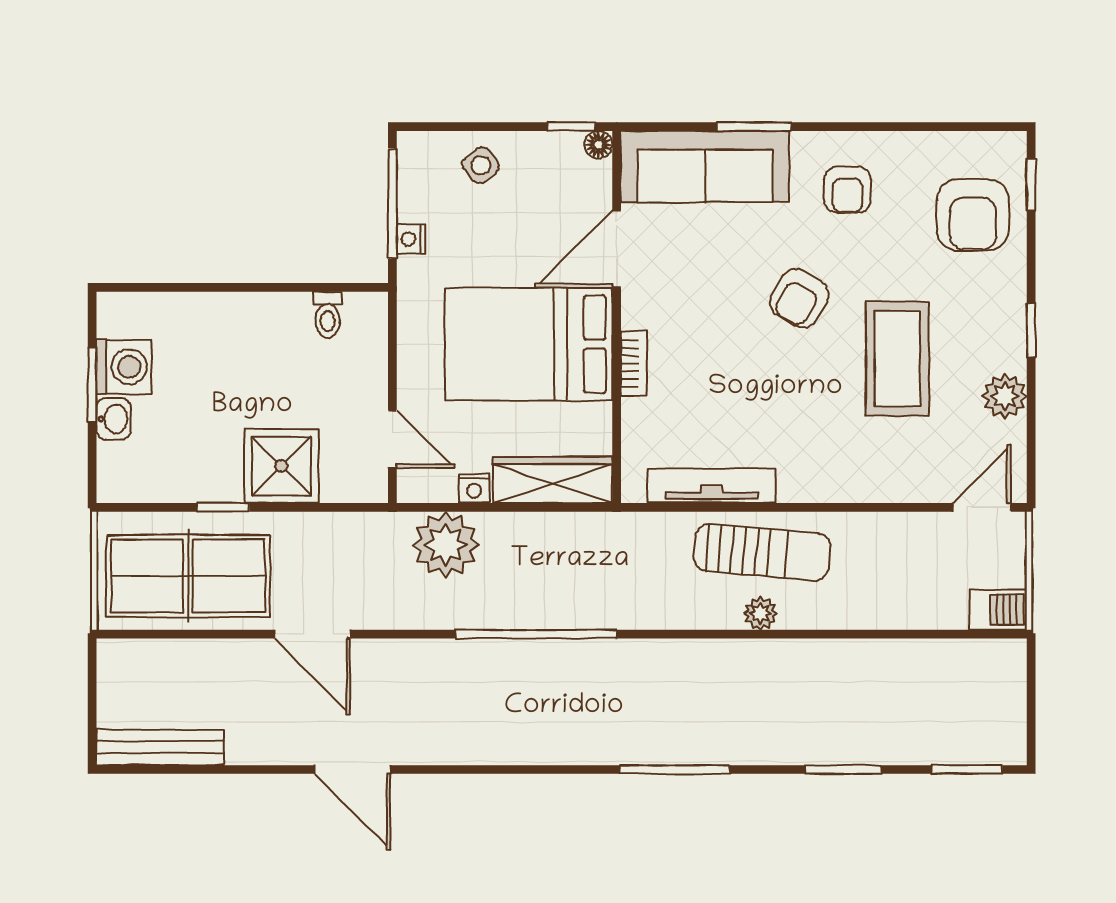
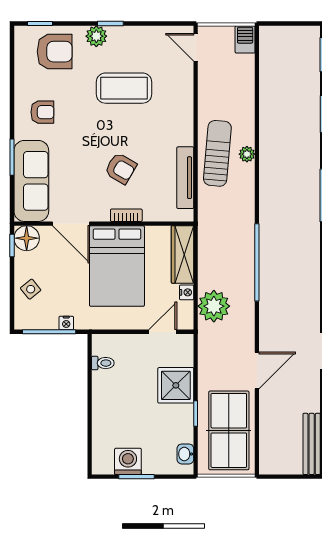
floor lamp: (599, 145) -> (27, 238), width x1.89, depth x1.89
armchair: (799, 298) -> (121, 168), moved
plant: (1005, 396) -> (96, 36), moved
washbasin: (113, 419) -> (185, 454), moved, turned -90

